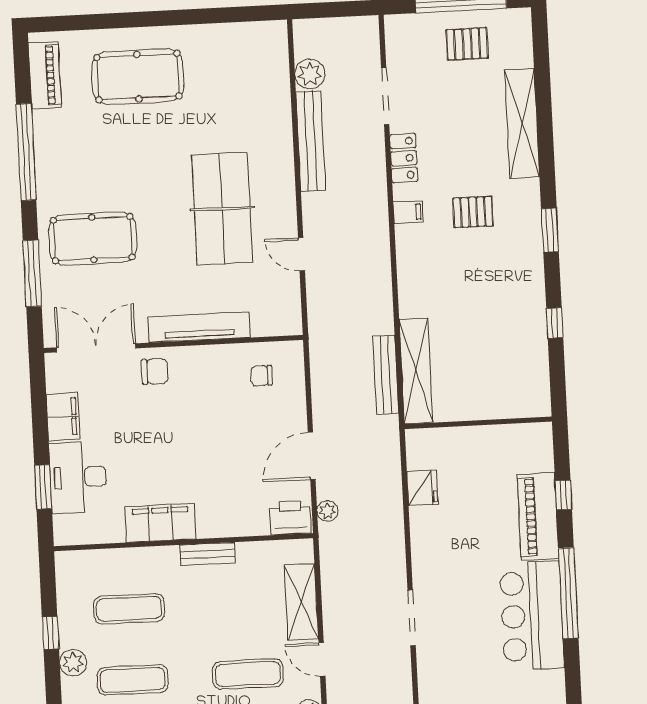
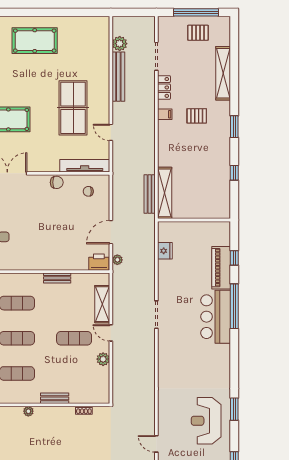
tv unit: (199, 327) -> (85, 166), moved
chair: (155, 371) -> (57, 182), moved
filing cabinet: (160, 523) -> (35, 261), removed

